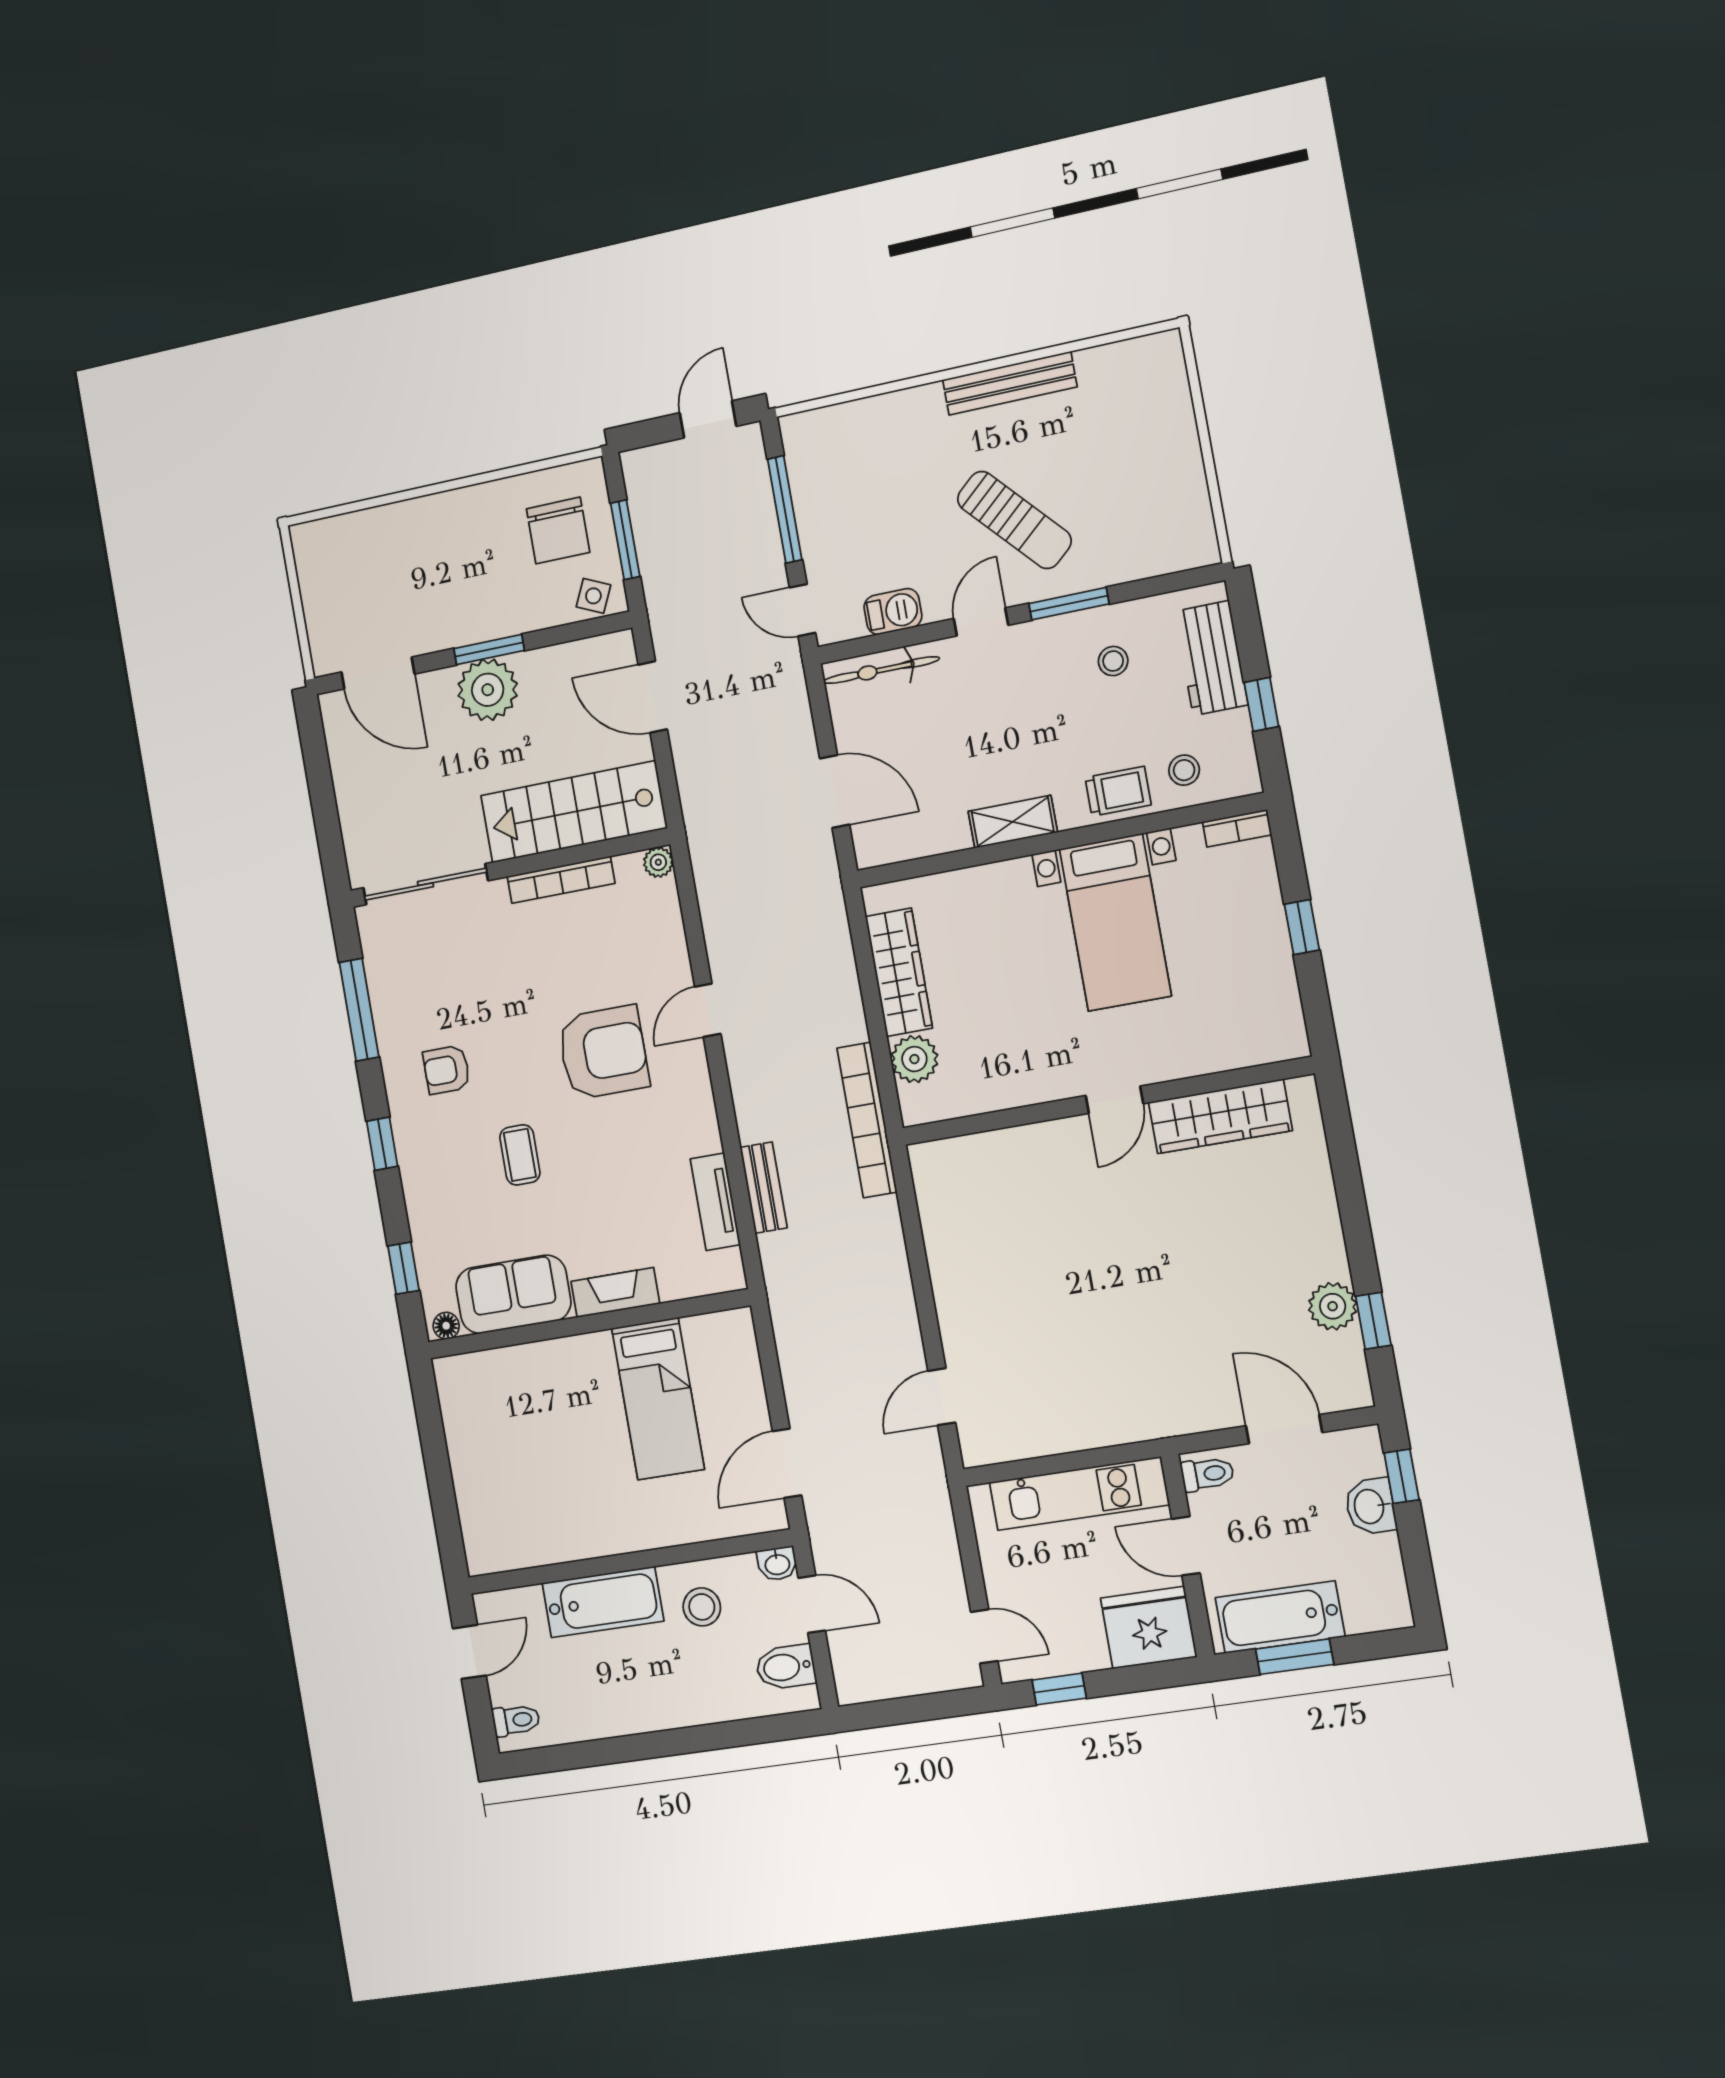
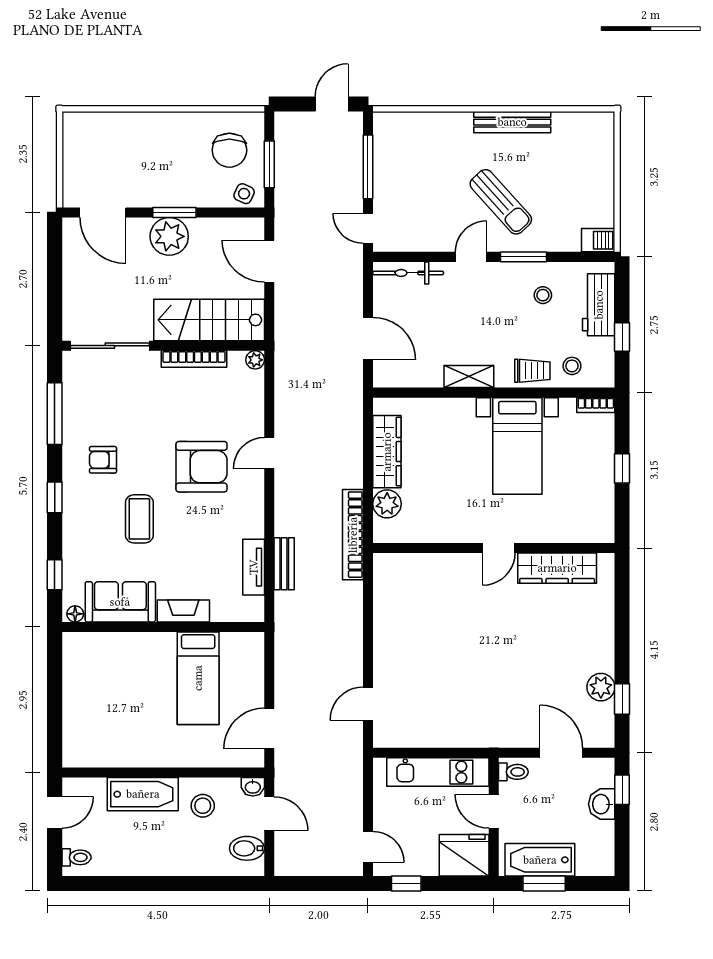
barbecue: (893, 612) -> (598, 240), moved
coffee table: (520, 1155) -> (139, 519), width x1.36, depth x1.30

